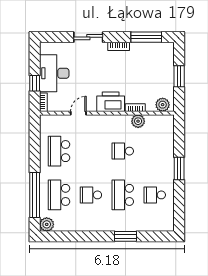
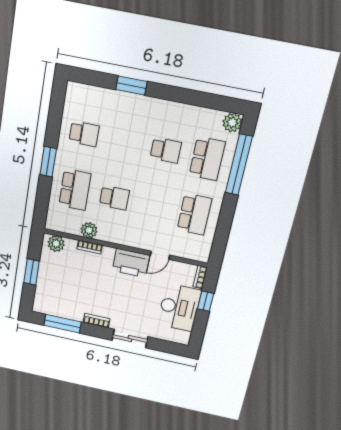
printer: (111, 102) -> (131, 263), moved
school desk: (123, 195) -> (75, 190), moved

